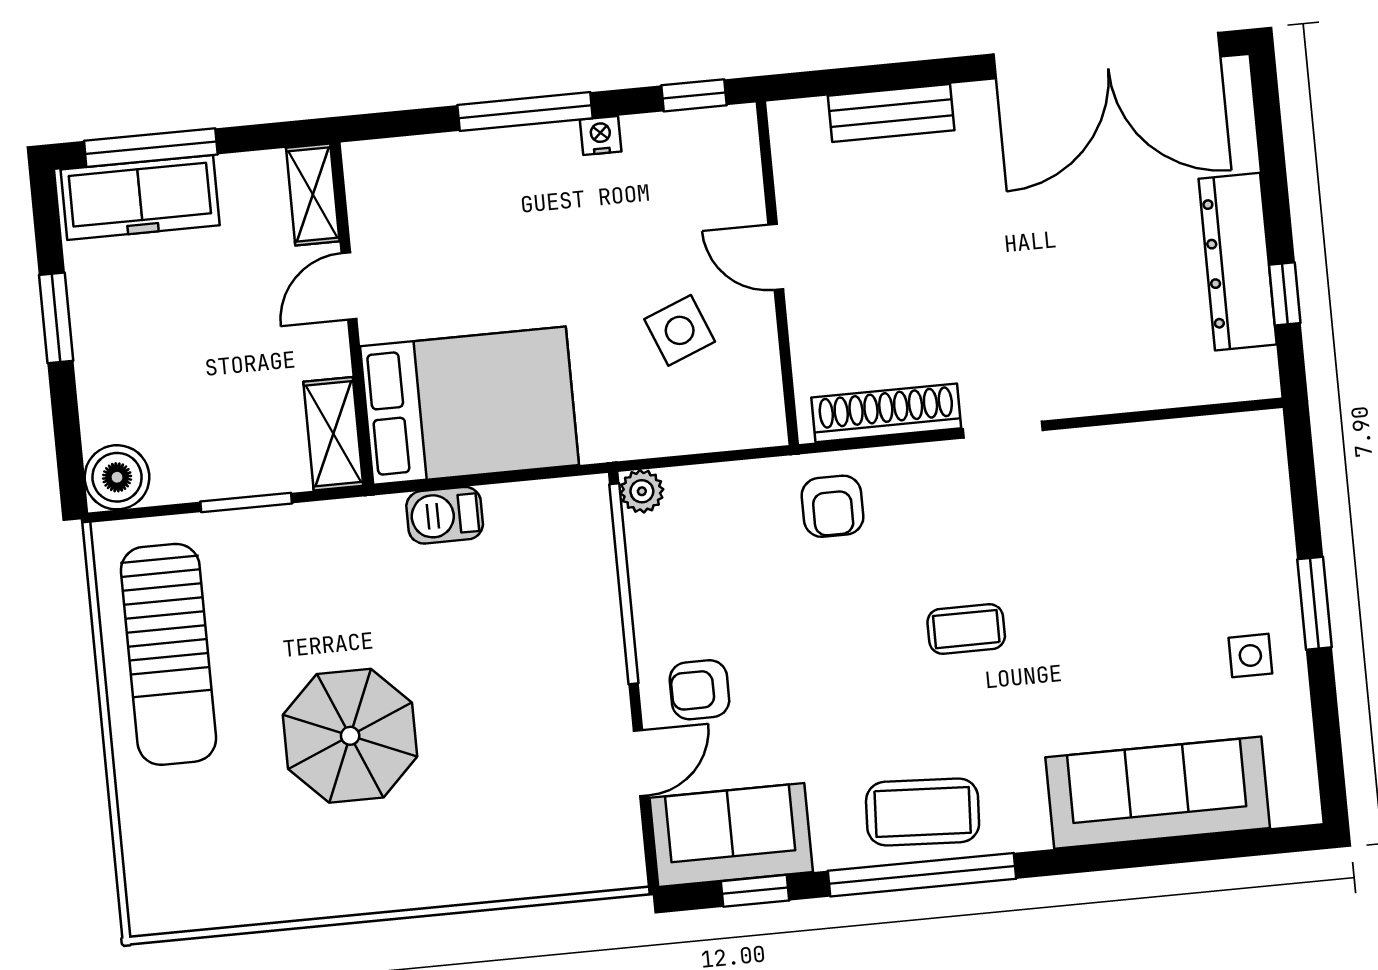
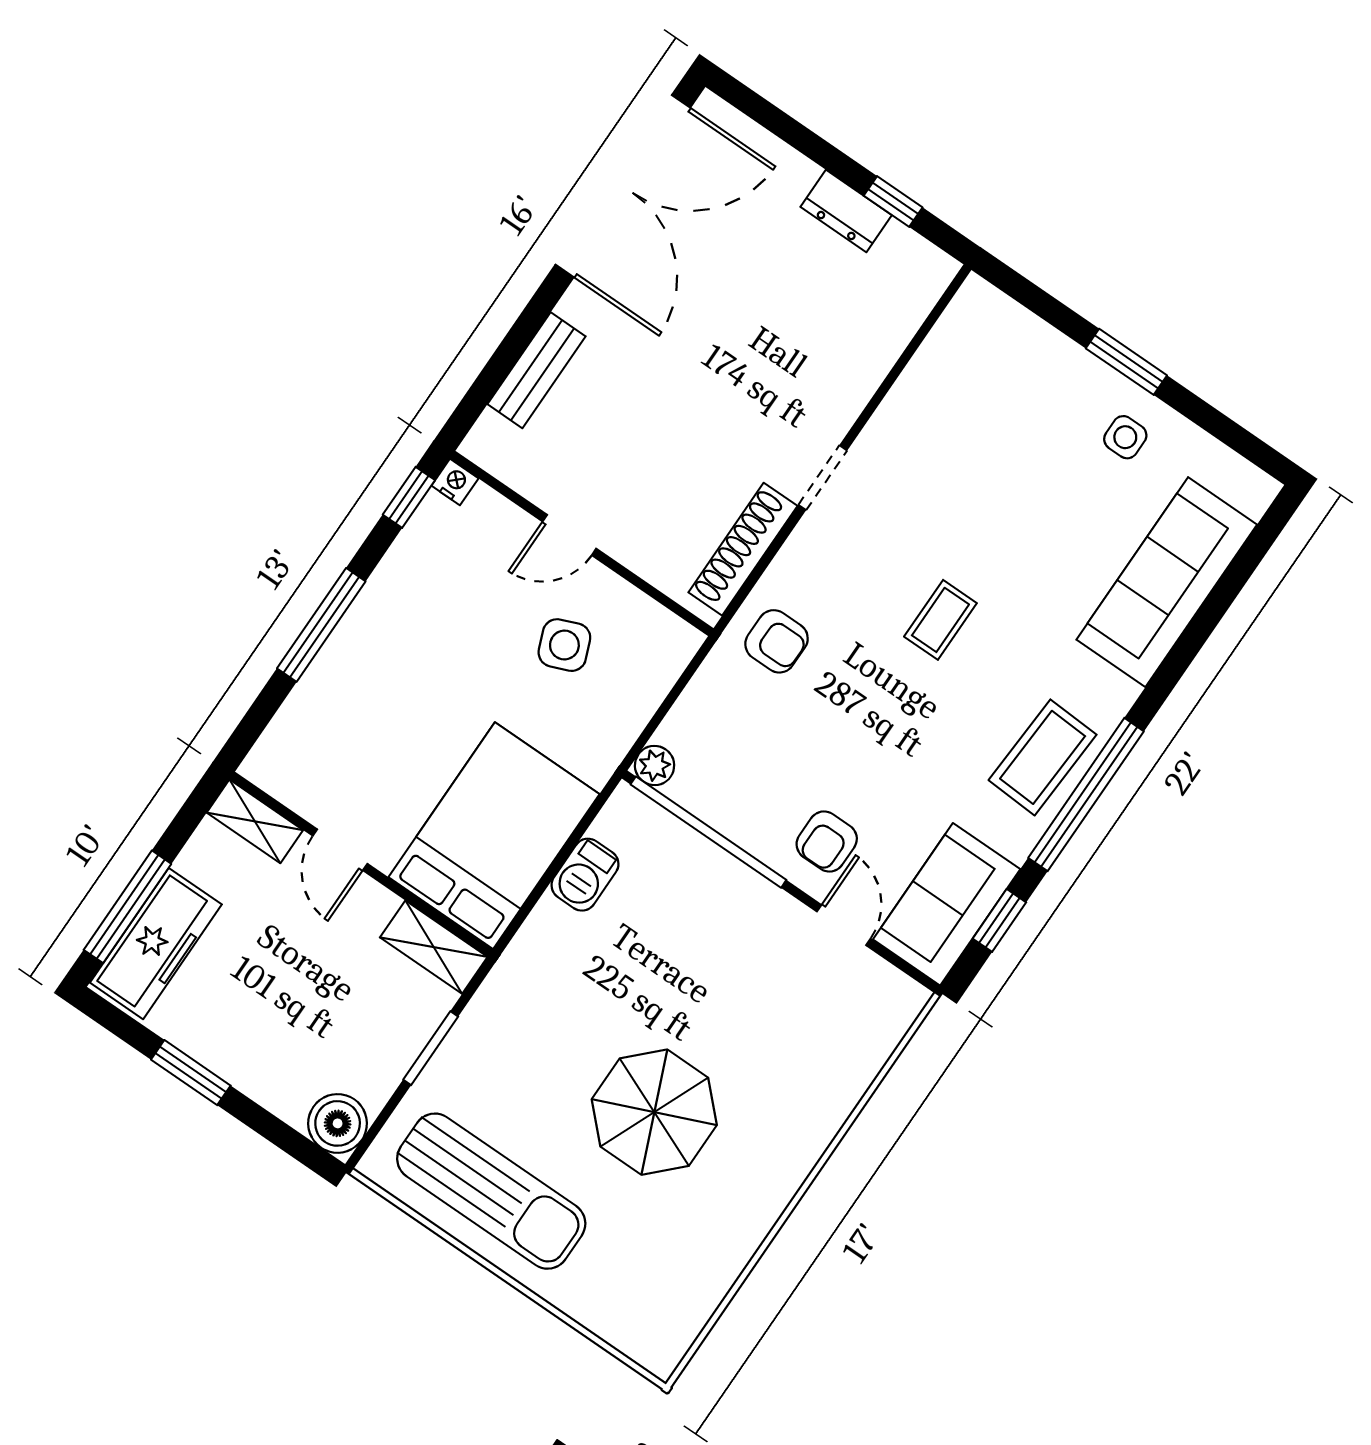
nightstand: (601, 135) -> (455, 482), moved, turned 90
dresser: (1238, 262) -> (846, 211), width x0.51, depth x0.80
barbecue: (445, 515) -> (585, 875), moved

